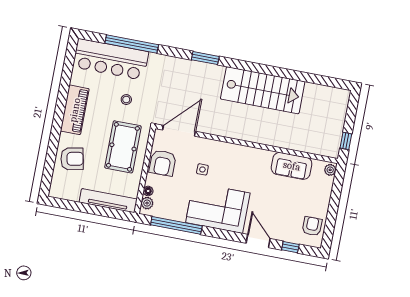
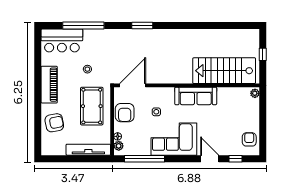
bar counter: (111, 59) -> (62, 40), width x0.73
stairs: (263, 90) -> (224, 71), moved, turned 180
window: (346, 141) -> (263, 54), moved
sofa: (292, 166) -> (196, 96), moved, width x1.36

